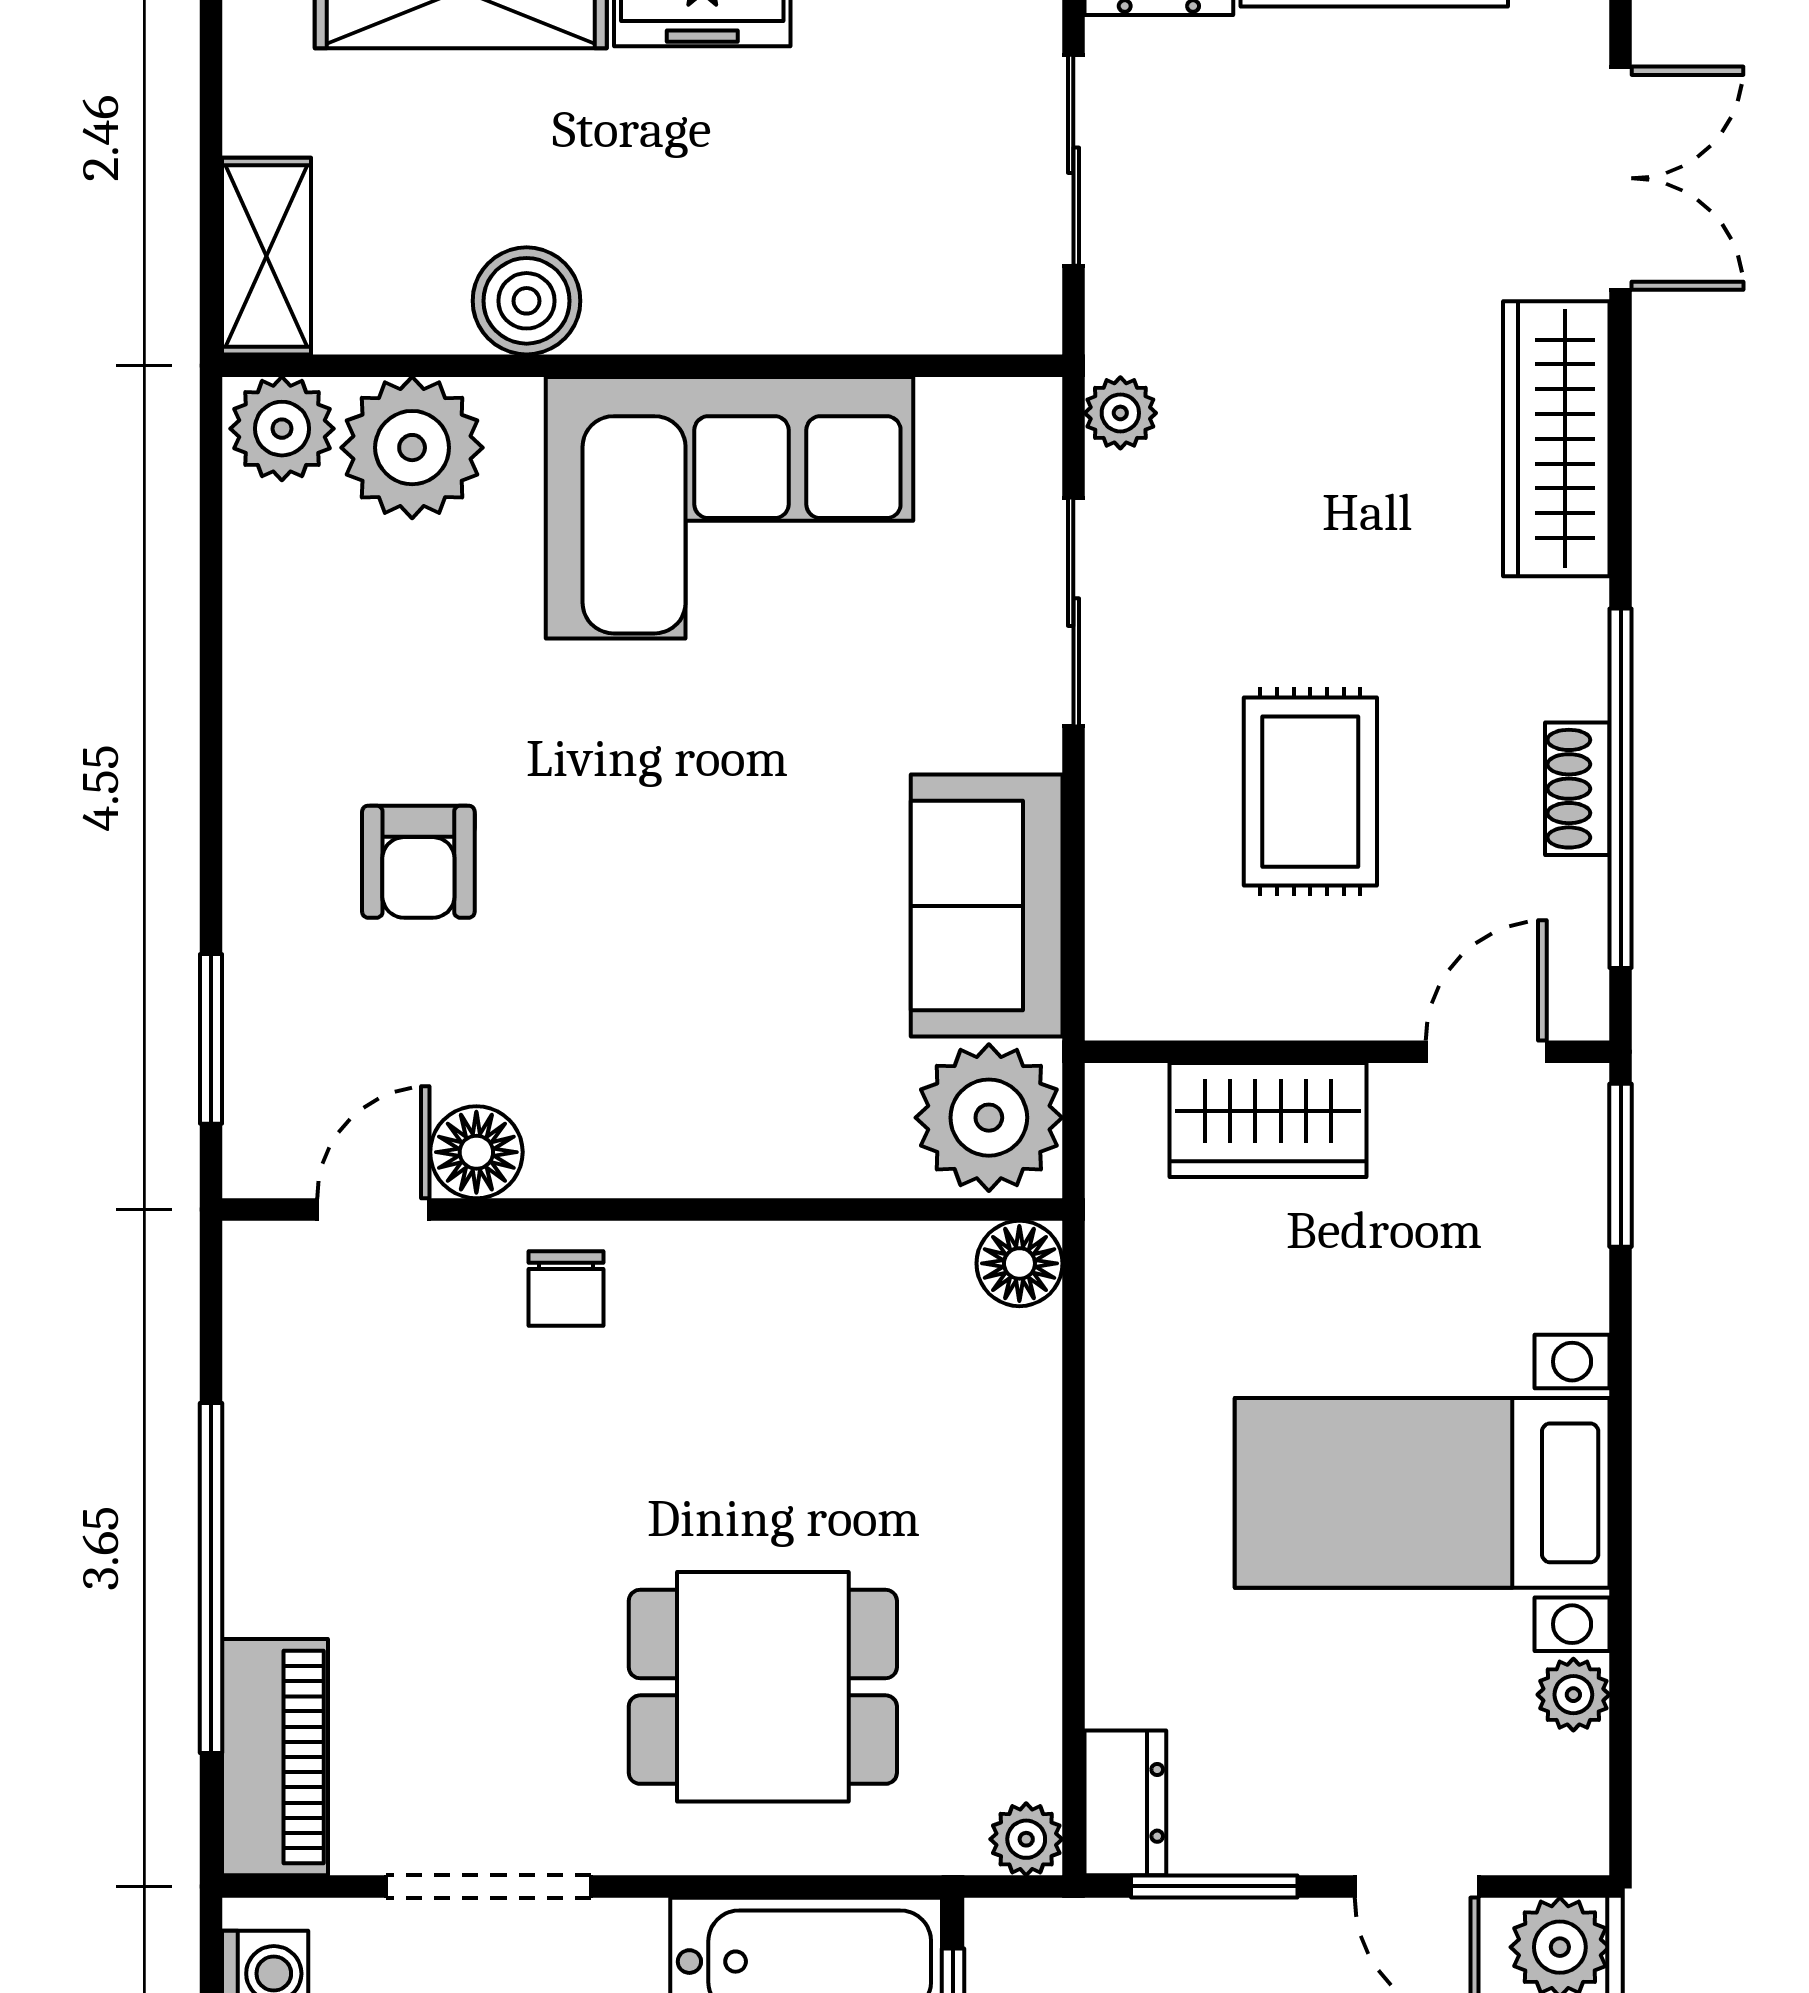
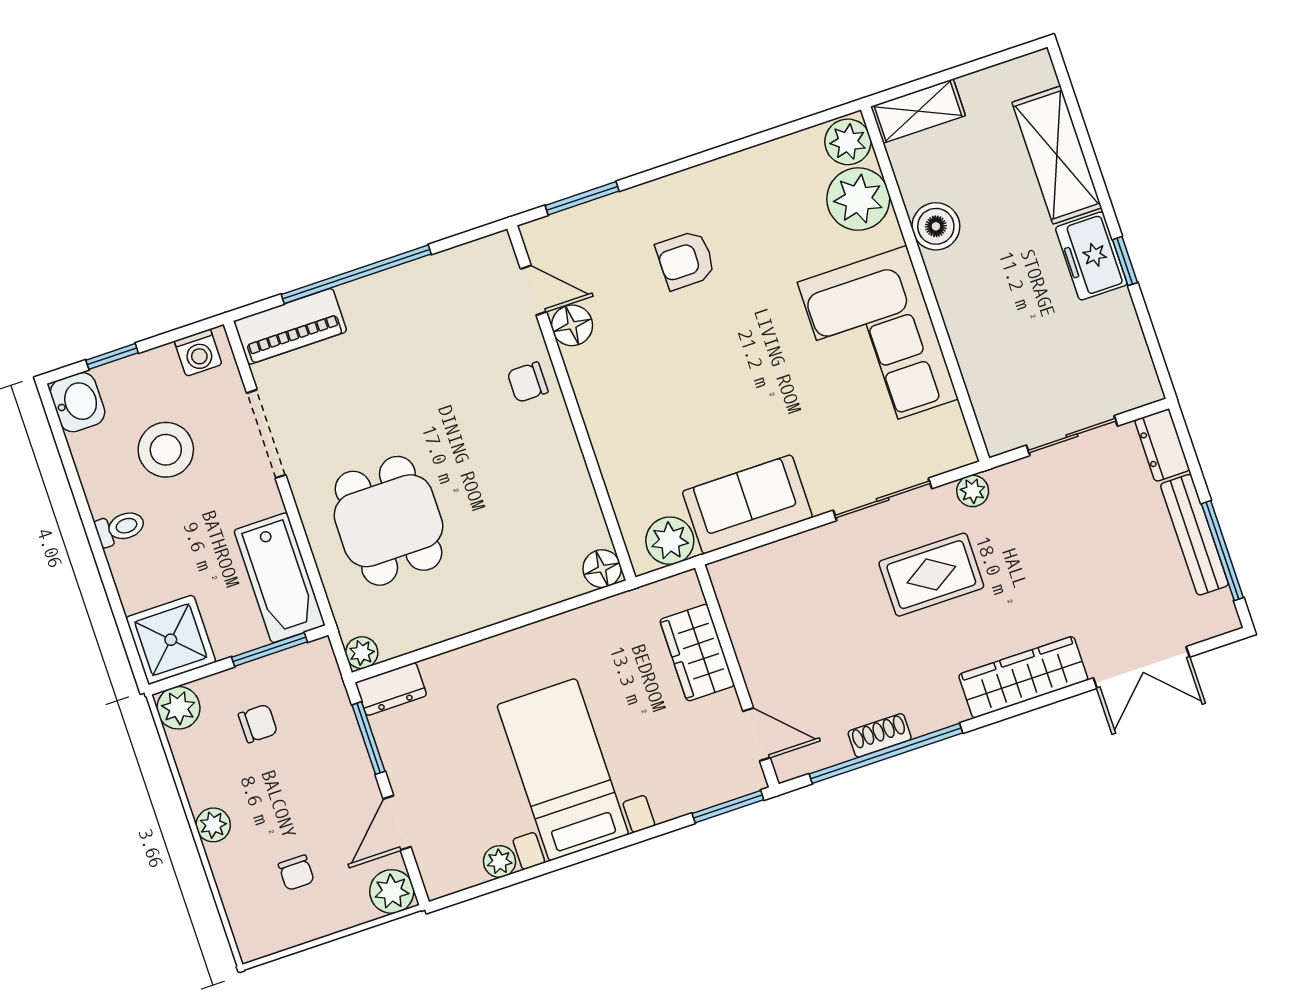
rug: (1310, 792) -> (931, 575), moved
plant: (989, 1118) -> (670, 541), width x0.73, depth x0.73

